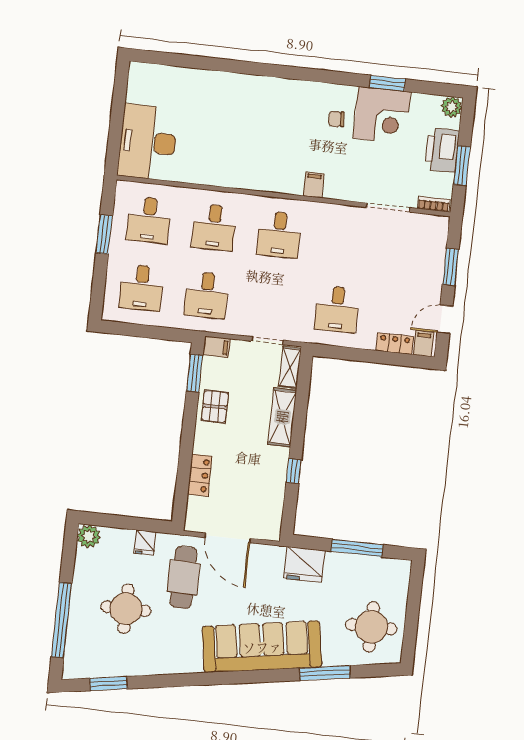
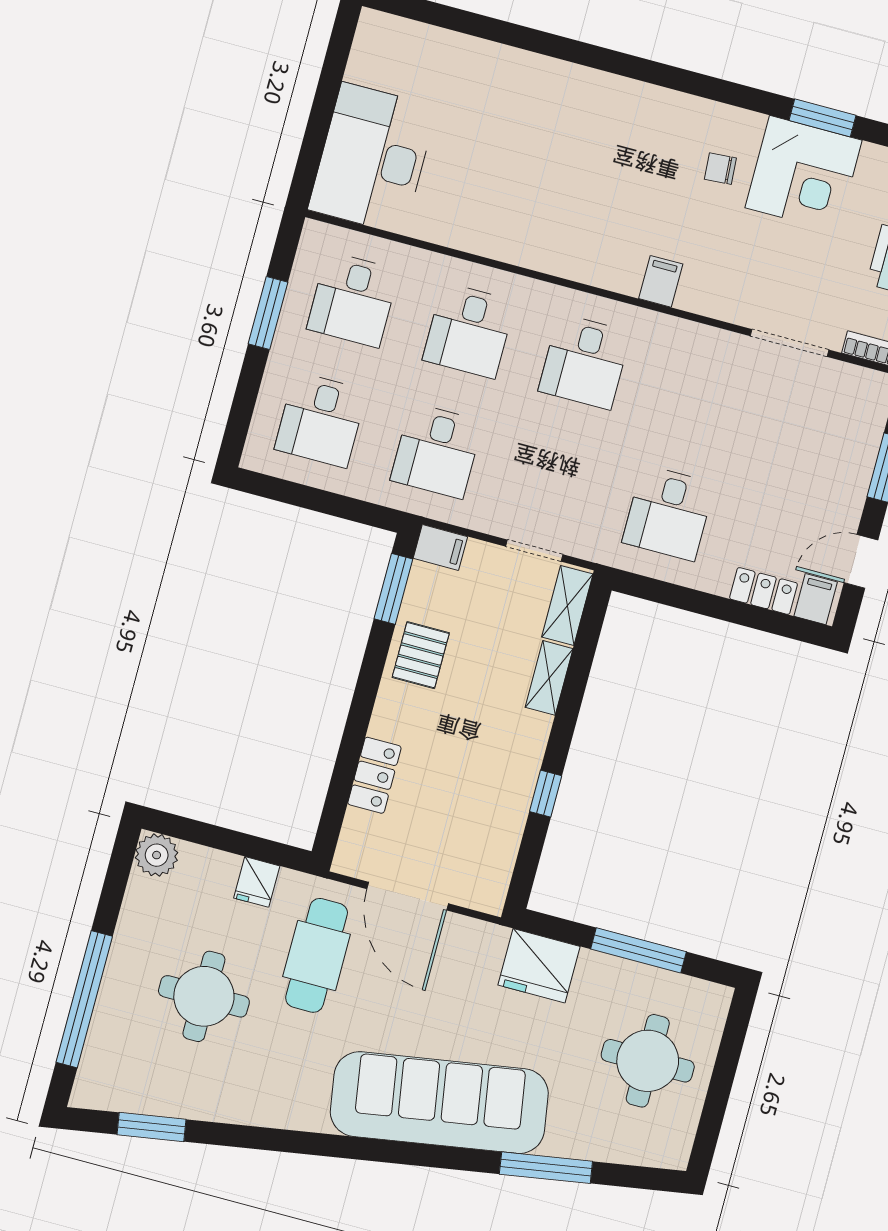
shelving: (282, 417) -> (549, 678), width x0.67, depth x0.75
round table: (371, 627) -> (648, 1061), moved

